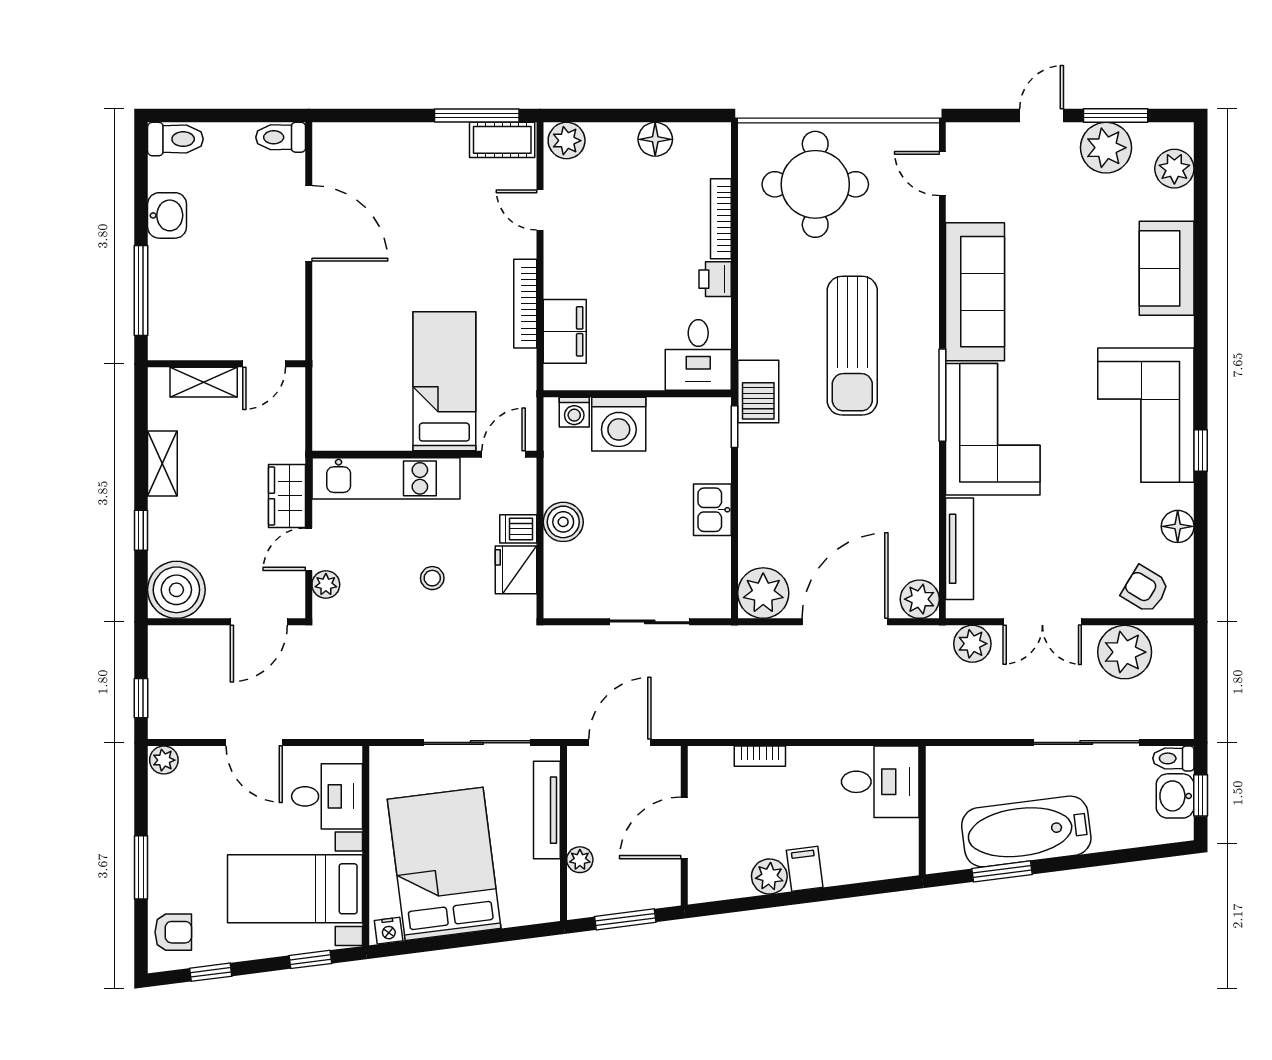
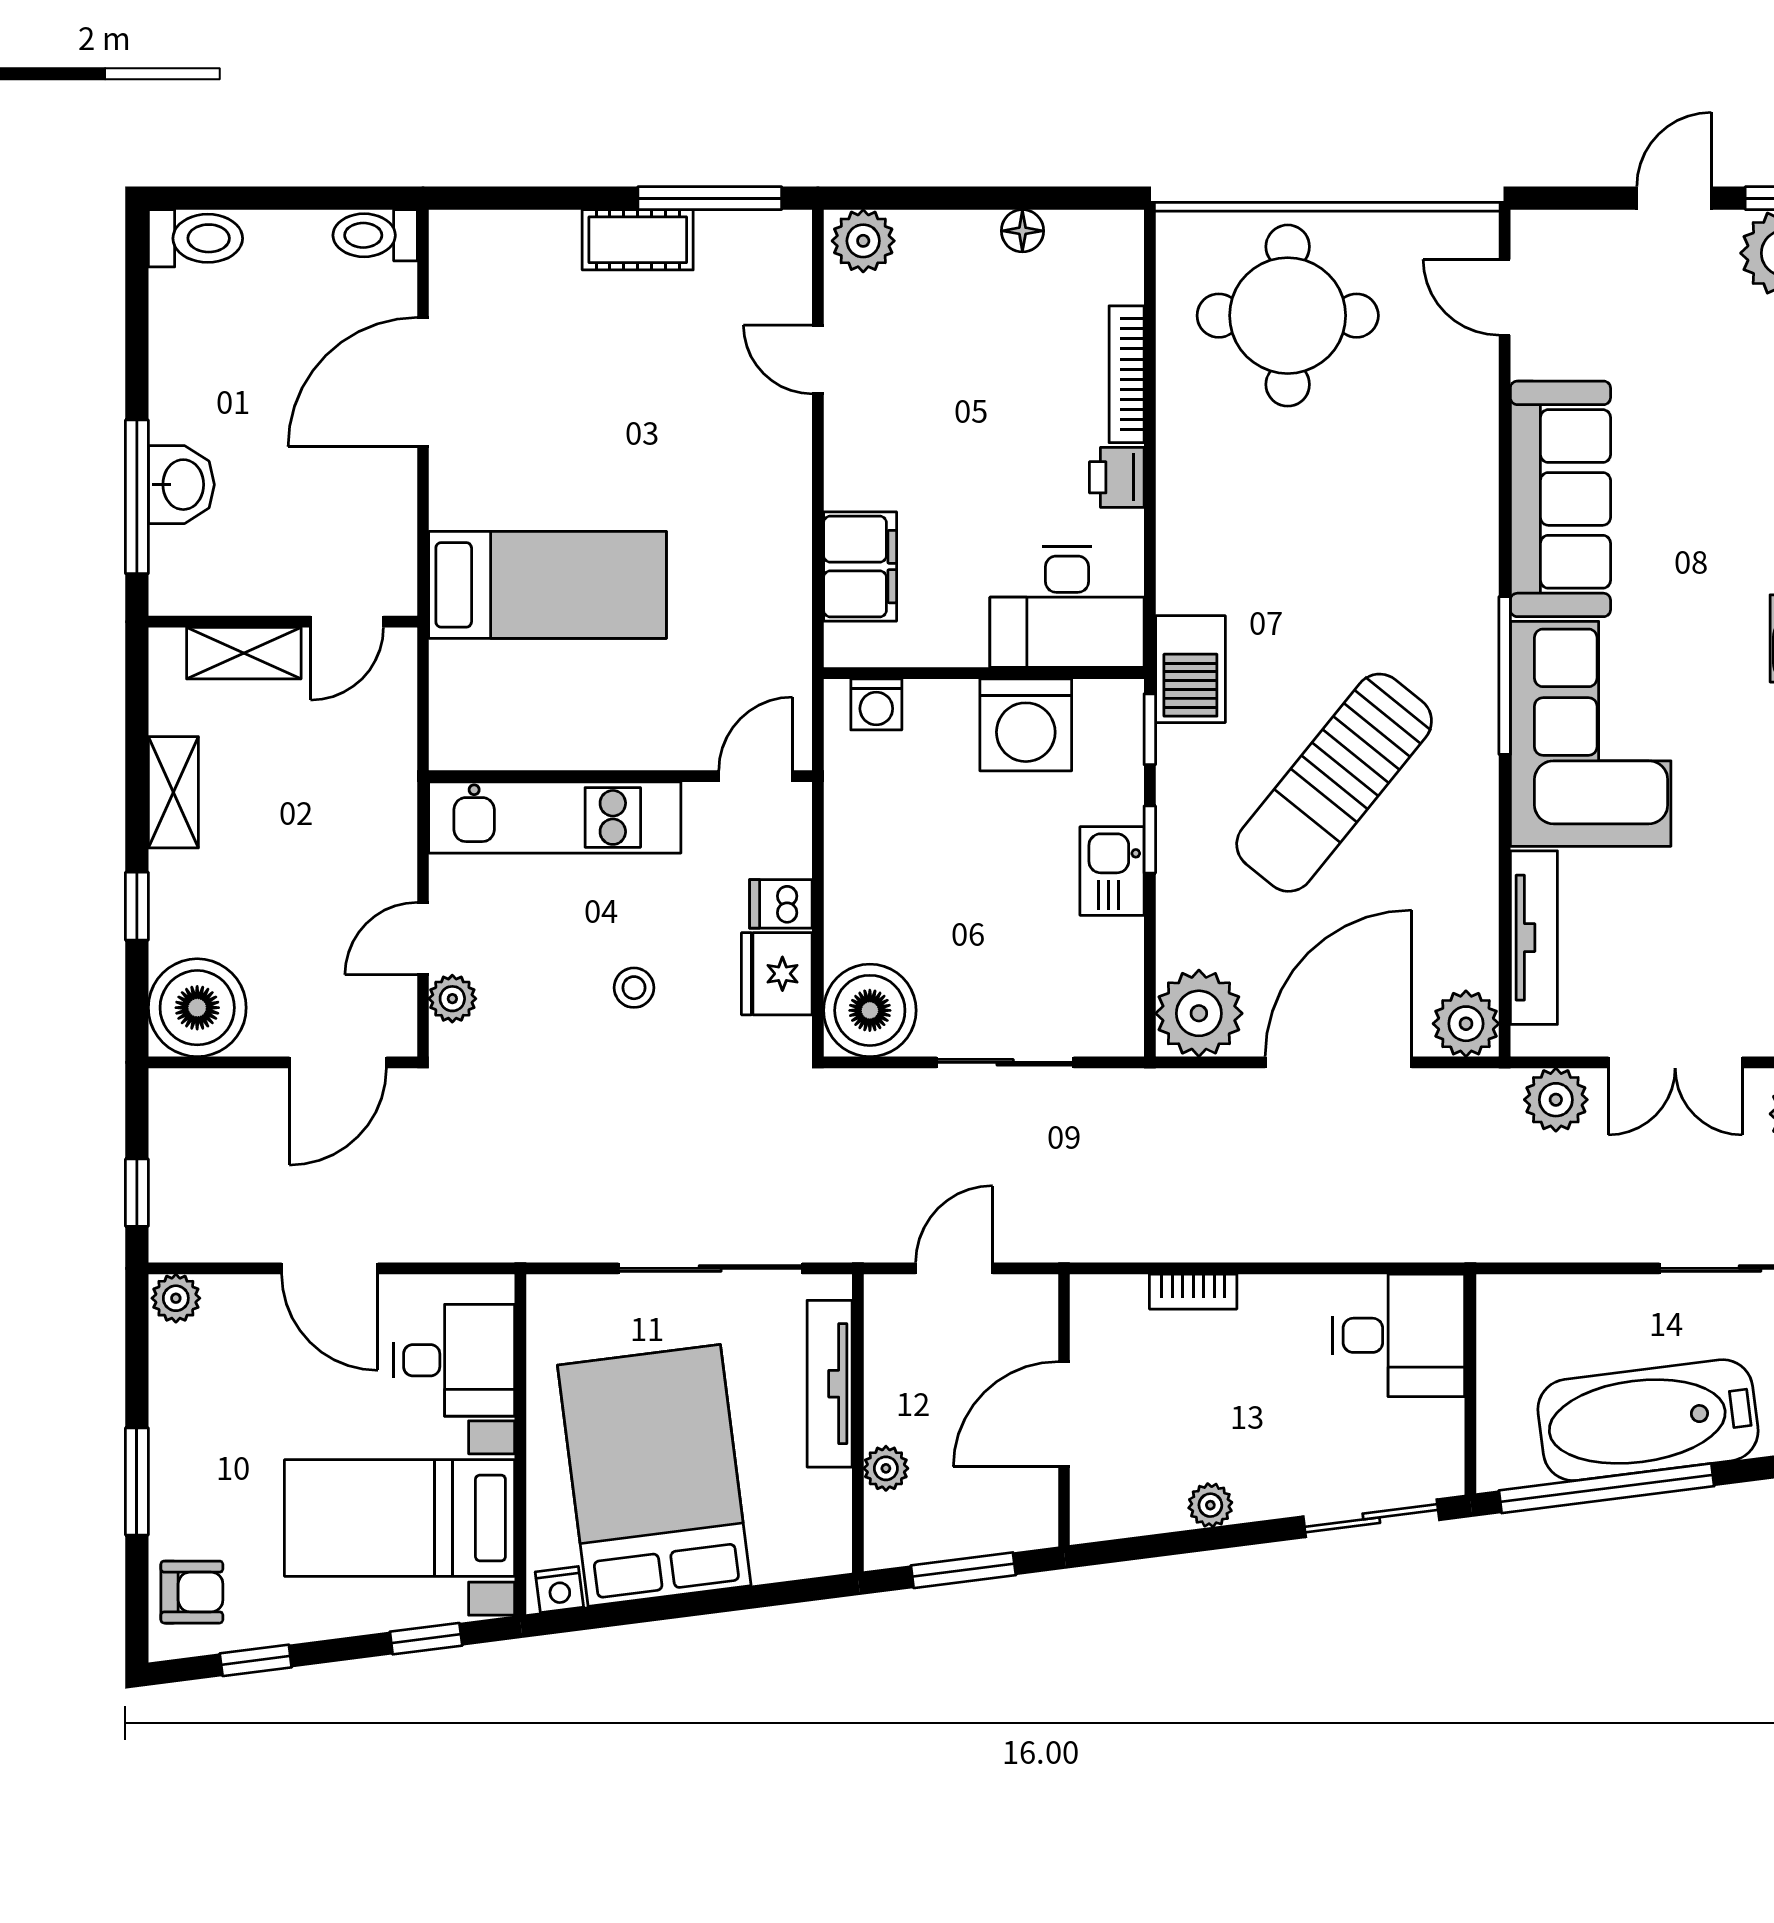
floor lamp: (655, 139) -> (1022, 231), width x0.73, depth x0.73
cot: (502, 140) -> (638, 240), moved
washbasin: (167, 215) -> (181, 485), moved
door: (309, 223) -> (423, 382), swing flipped
bookcase: (525, 304) -> (793, 519), removed
sun lounger: (852, 346) -> (1334, 783), moved, turned 39
desk: (698, 355) -> (1067, 607), width x1.37
bed: (444, 381) -> (548, 585), moved, turned 90
washing machine: (619, 424) -> (1026, 725), moved
window: (734, 491) -> (1150, 839), added
wardrobe: (287, 496) -> (386, 848), removed
boiler: (563, 522) -> (870, 1010), moved, width x1.37, depth x1.37
door: (620, 743) -> (954, 1268), width x0.73
filing cabinet: (805, 869) -> (1270, 1484), removed
window: (1002, 871) -> (1607, 1488), width x2.11
plant: (769, 876) -> (1210, 1505), width x0.73, depth x0.73
sliding door: (864, 889) -> (1371, 1518), added

